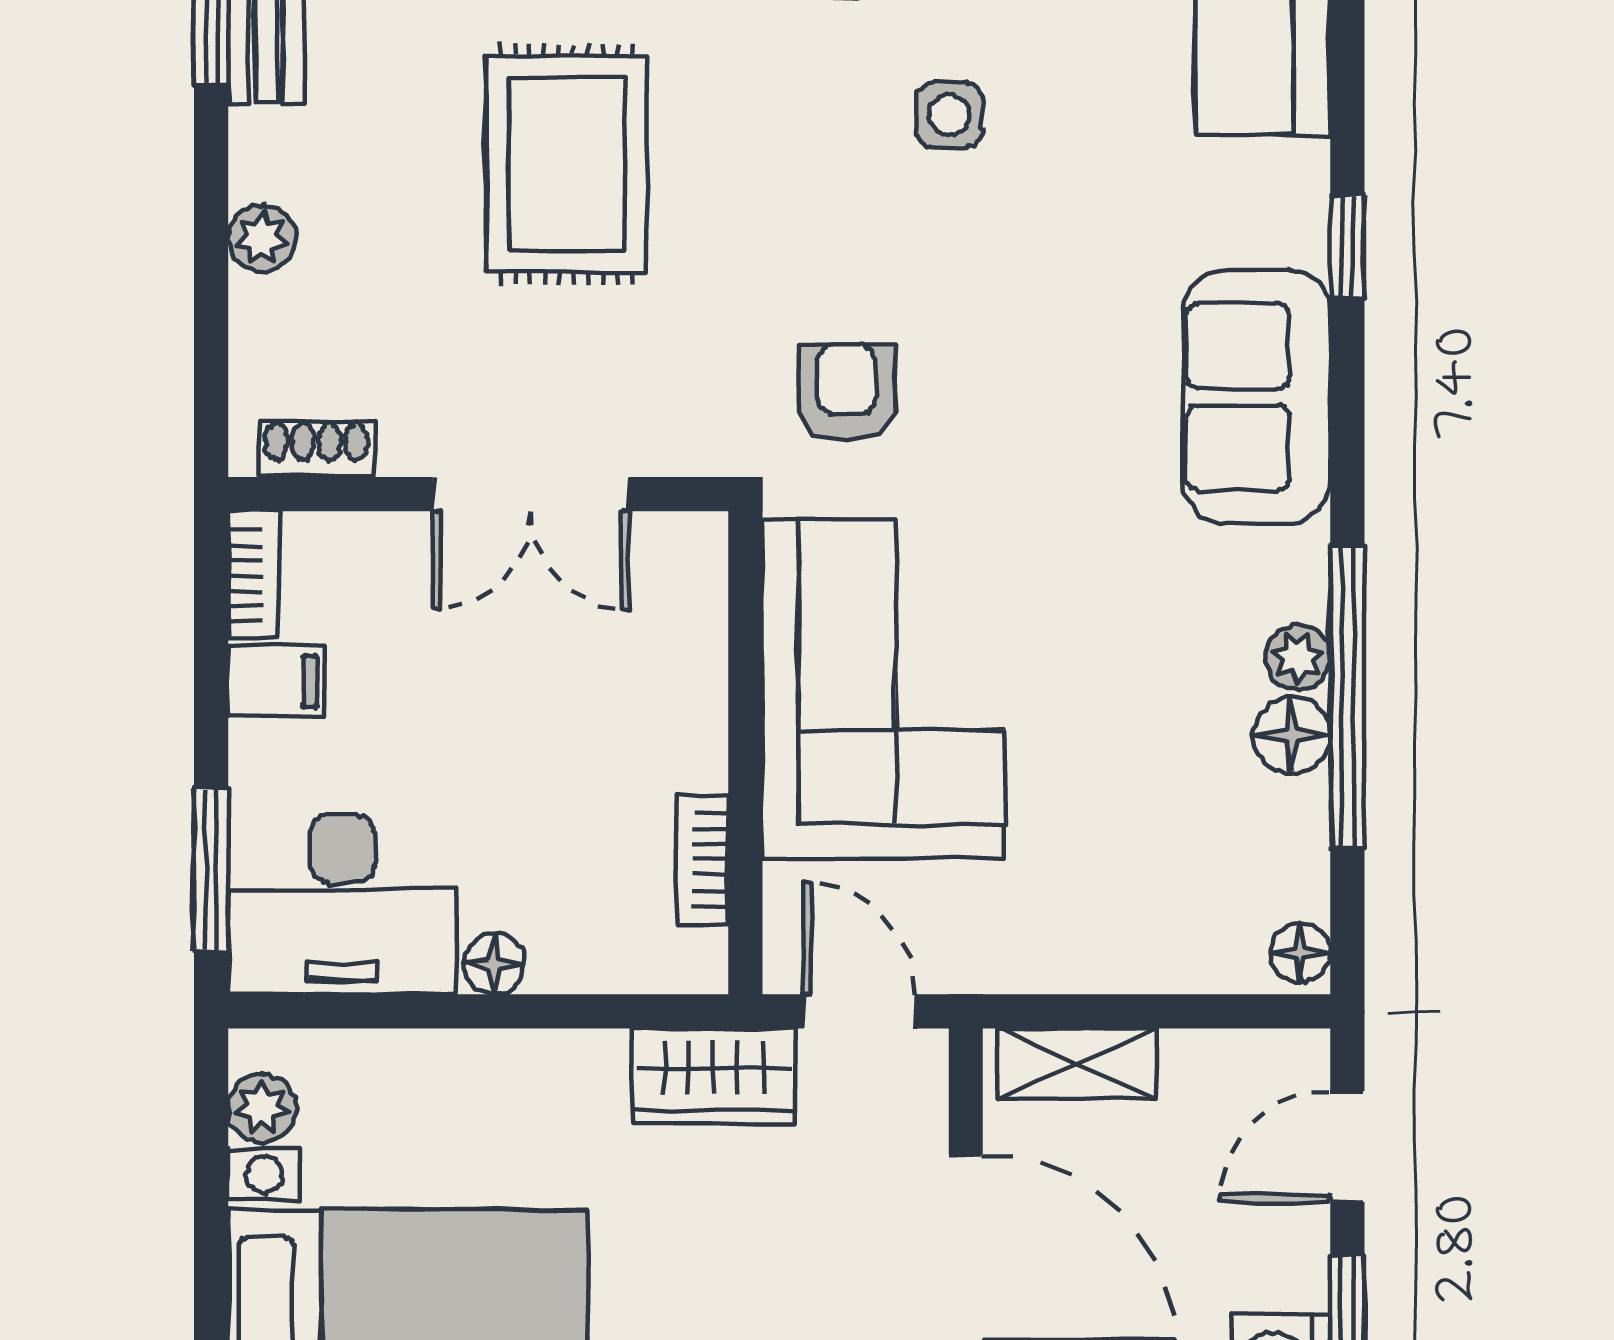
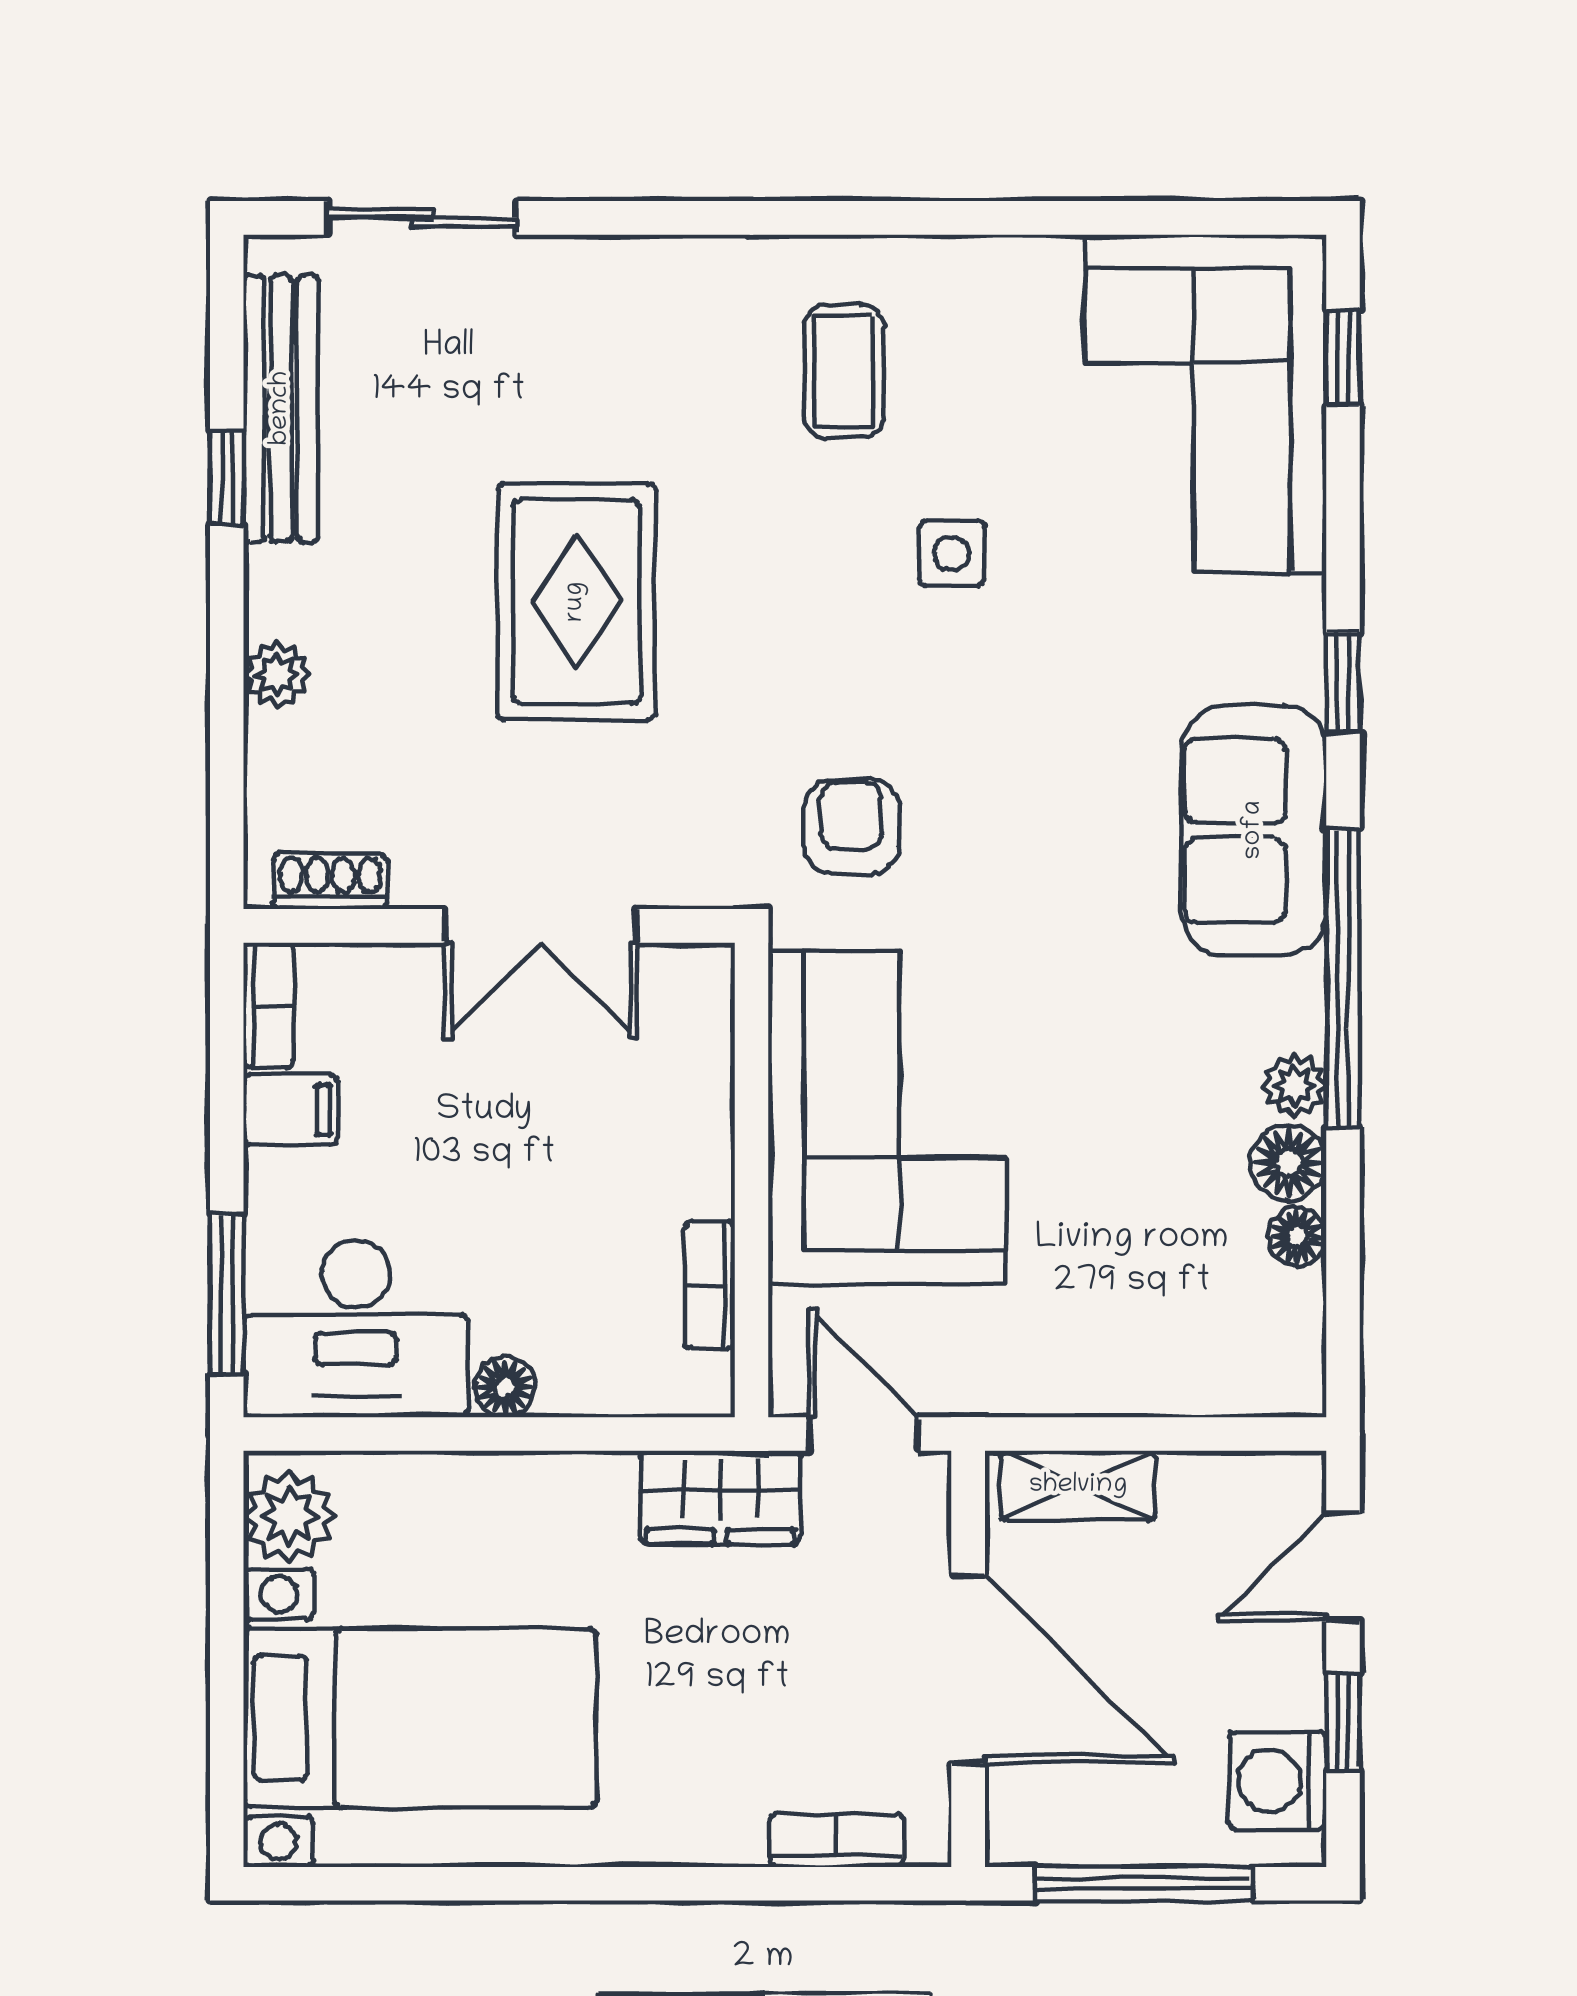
window: (1347, 697) -> (1343, 979), moved
floor lamp: (1300, 952) -> (1297, 1236), moved
plant: (262, 1108) -> (289, 1516), width x1.38, depth x1.38

